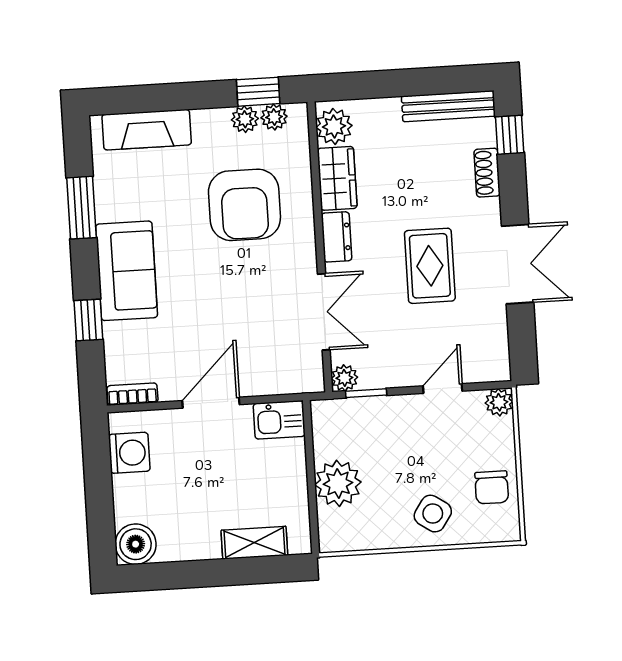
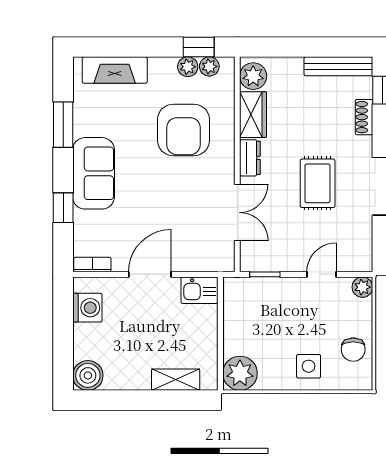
plant: (344, 378) -> (250, 262), removed
plant: (338, 483) -> (240, 373), moved
side table: (433, 514) -> (309, 366), turned -34

